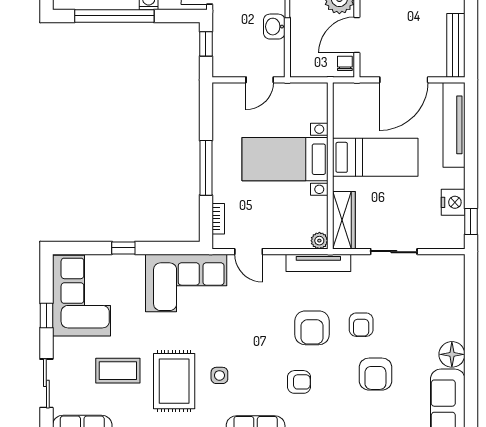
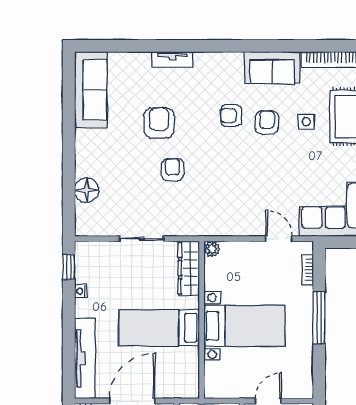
nightstand: (453, 202) -> (81, 291), width x0.53, depth x0.56
tv unit: (318, 263) -> (213, 228), removed
armchair: (312, 328) -> (267, 122), moved, width x0.72, depth x0.72
floor lamp: (452, 354) -> (87, 190), moved

